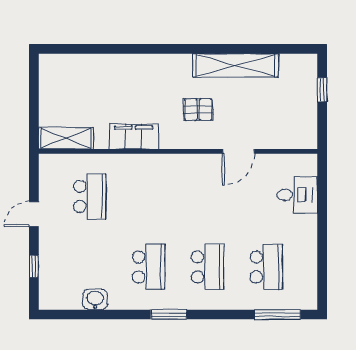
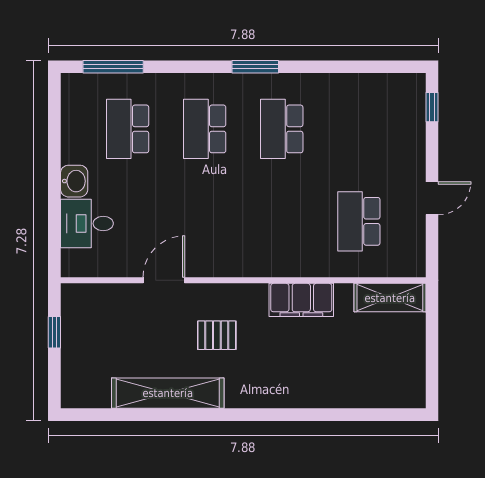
window: (322, 90) -> (54, 332), moved
window: (34, 266) -> (432, 107), moved
washbasin: (95, 299) -> (74, 181), moved, turned -90

